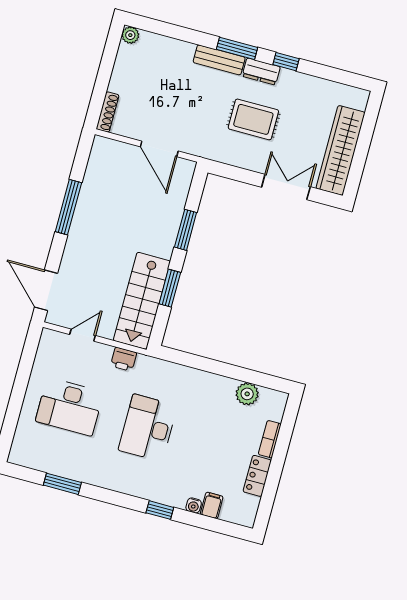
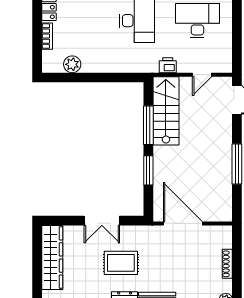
shoe rack: (108, 112) -> (227, 264), moved
door: (159, 149) -> (183, 223), width x1.36
double door: (286, 187) -> (102, 221), moved
window: (170, 288) -> (148, 125), width x1.44

